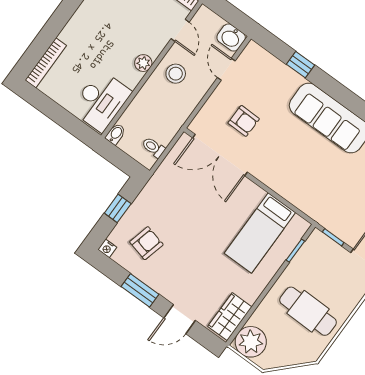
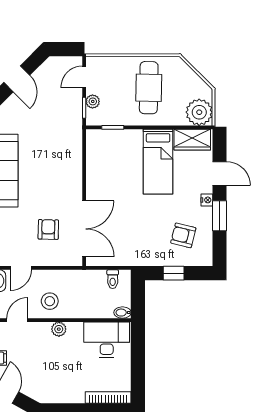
bed: (260, 233) -> (158, 162), moved, turned 90
nightstand: (107, 248) -> (207, 200), moved
plant: (333, 250) -> (93, 101), added

